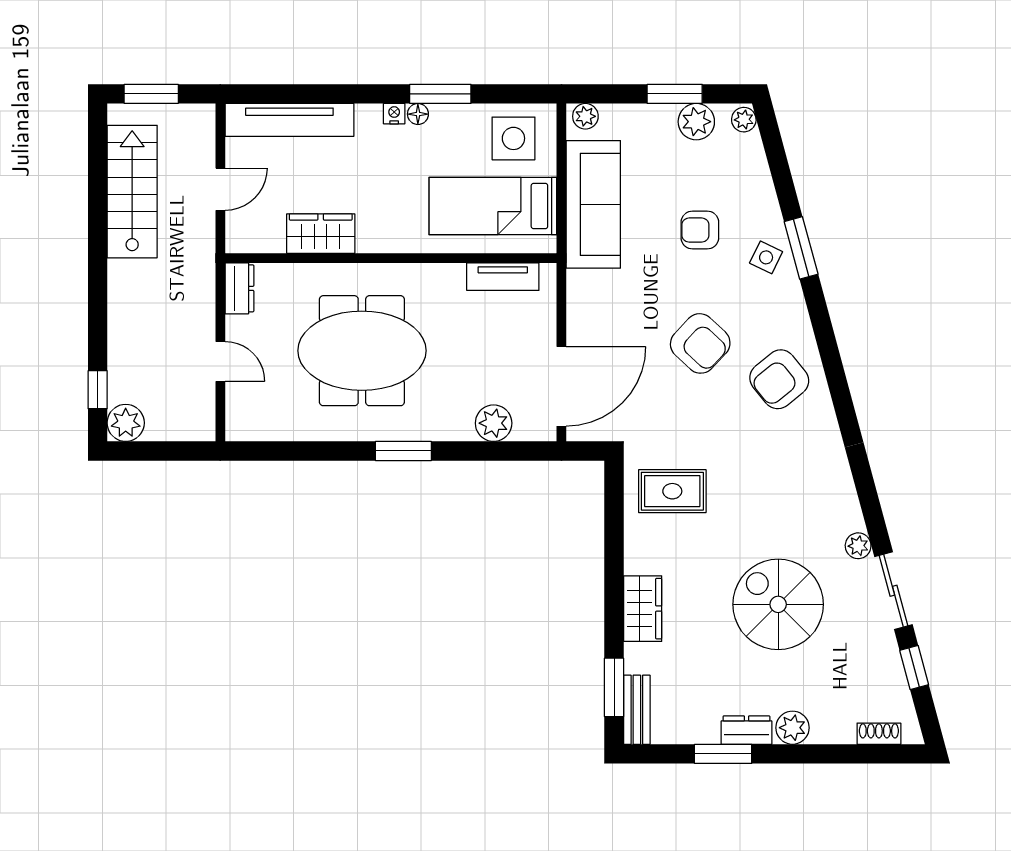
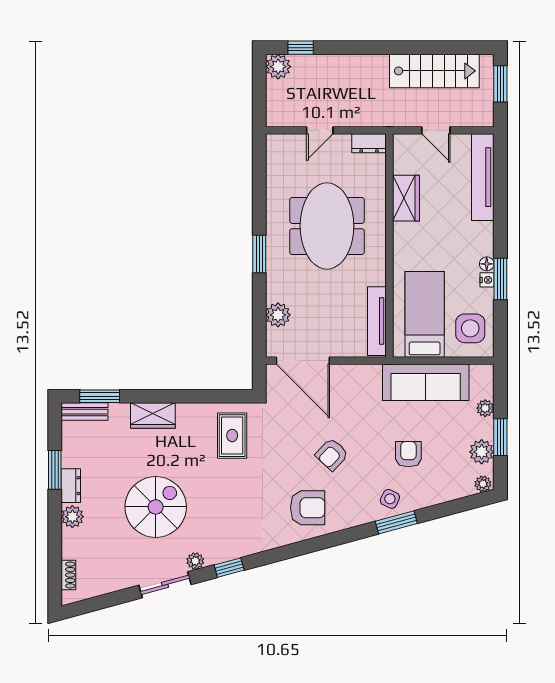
nightstand: (394, 114) -> (487, 280), moved
plant: (585, 116) -> (485, 408), moved
tv unit: (503, 277) -> (377, 321), width x1.41
armchair: (700, 343) -> (332, 454), width x0.72, depth x0.72
armchair: (779, 379) -> (308, 508), turned 129
window: (914, 667) -> (229, 568), moved

